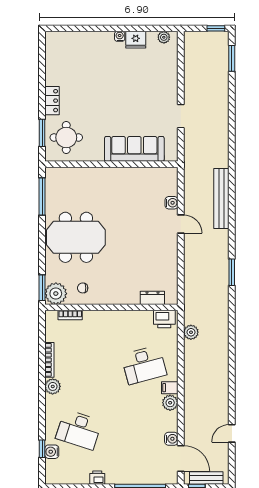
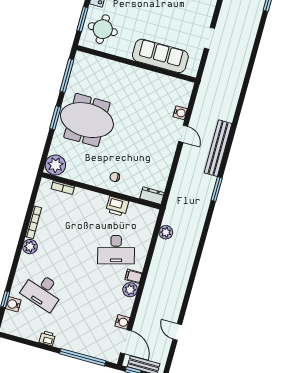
bench: (221, 198) -> (218, 148), moved
window: (42, 288) -> (55, 118), moved
chair: (83, 288) -> (115, 177), moved
dresser: (152, 298) -> (152, 196), moved
printer: (164, 319) -> (117, 206), moved
door: (232, 433) -> (177, 332), hinge flipped

